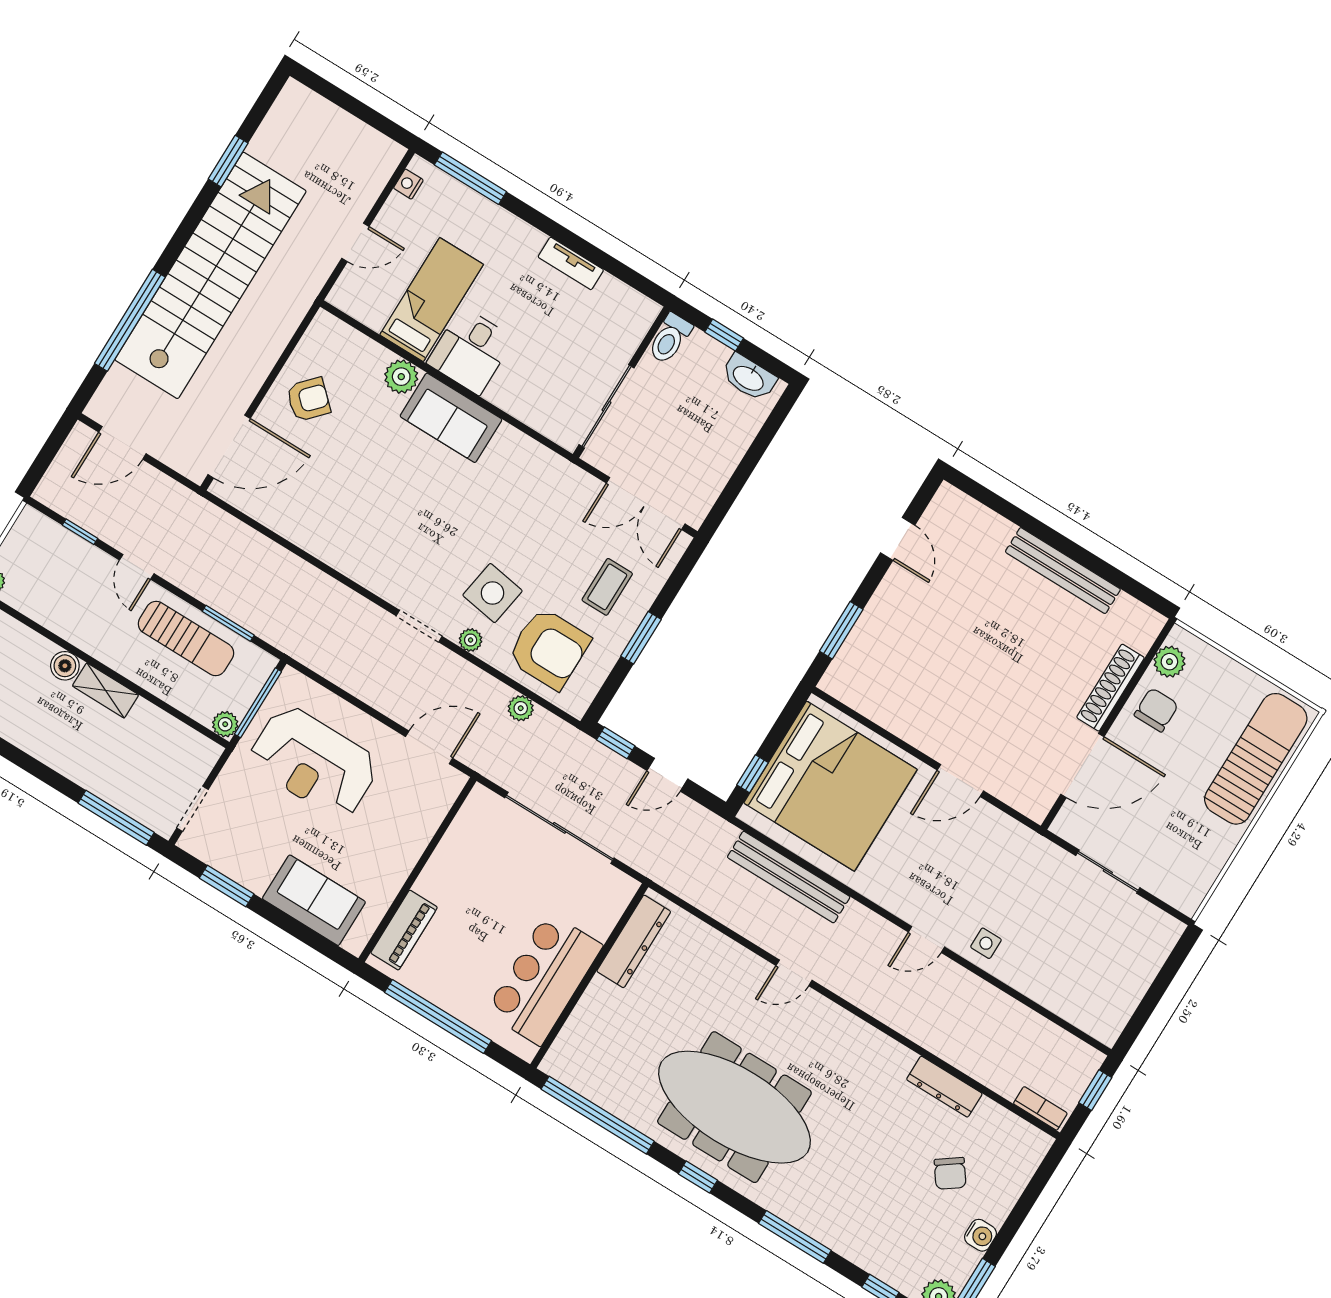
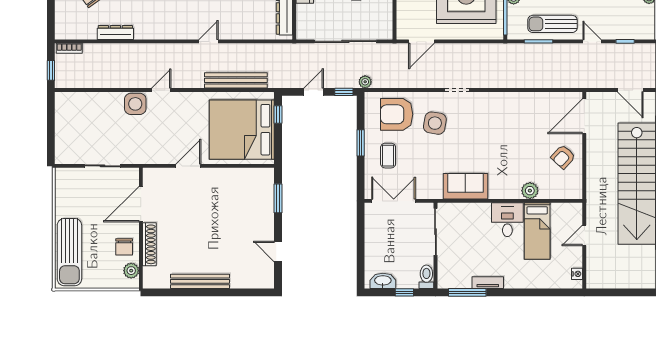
window: (470, 178) -> (467, 292), moved
sofa: (451, 418) -> (465, 186), moved
door: (122, 443) -> (630, 90), swing flipped
plant: (471, 640) -> (432, 98), removed
plant: (521, 708) -> (365, 82), moved
side table: (986, 943) -> (135, 104), width x1.87, depth x1.87

